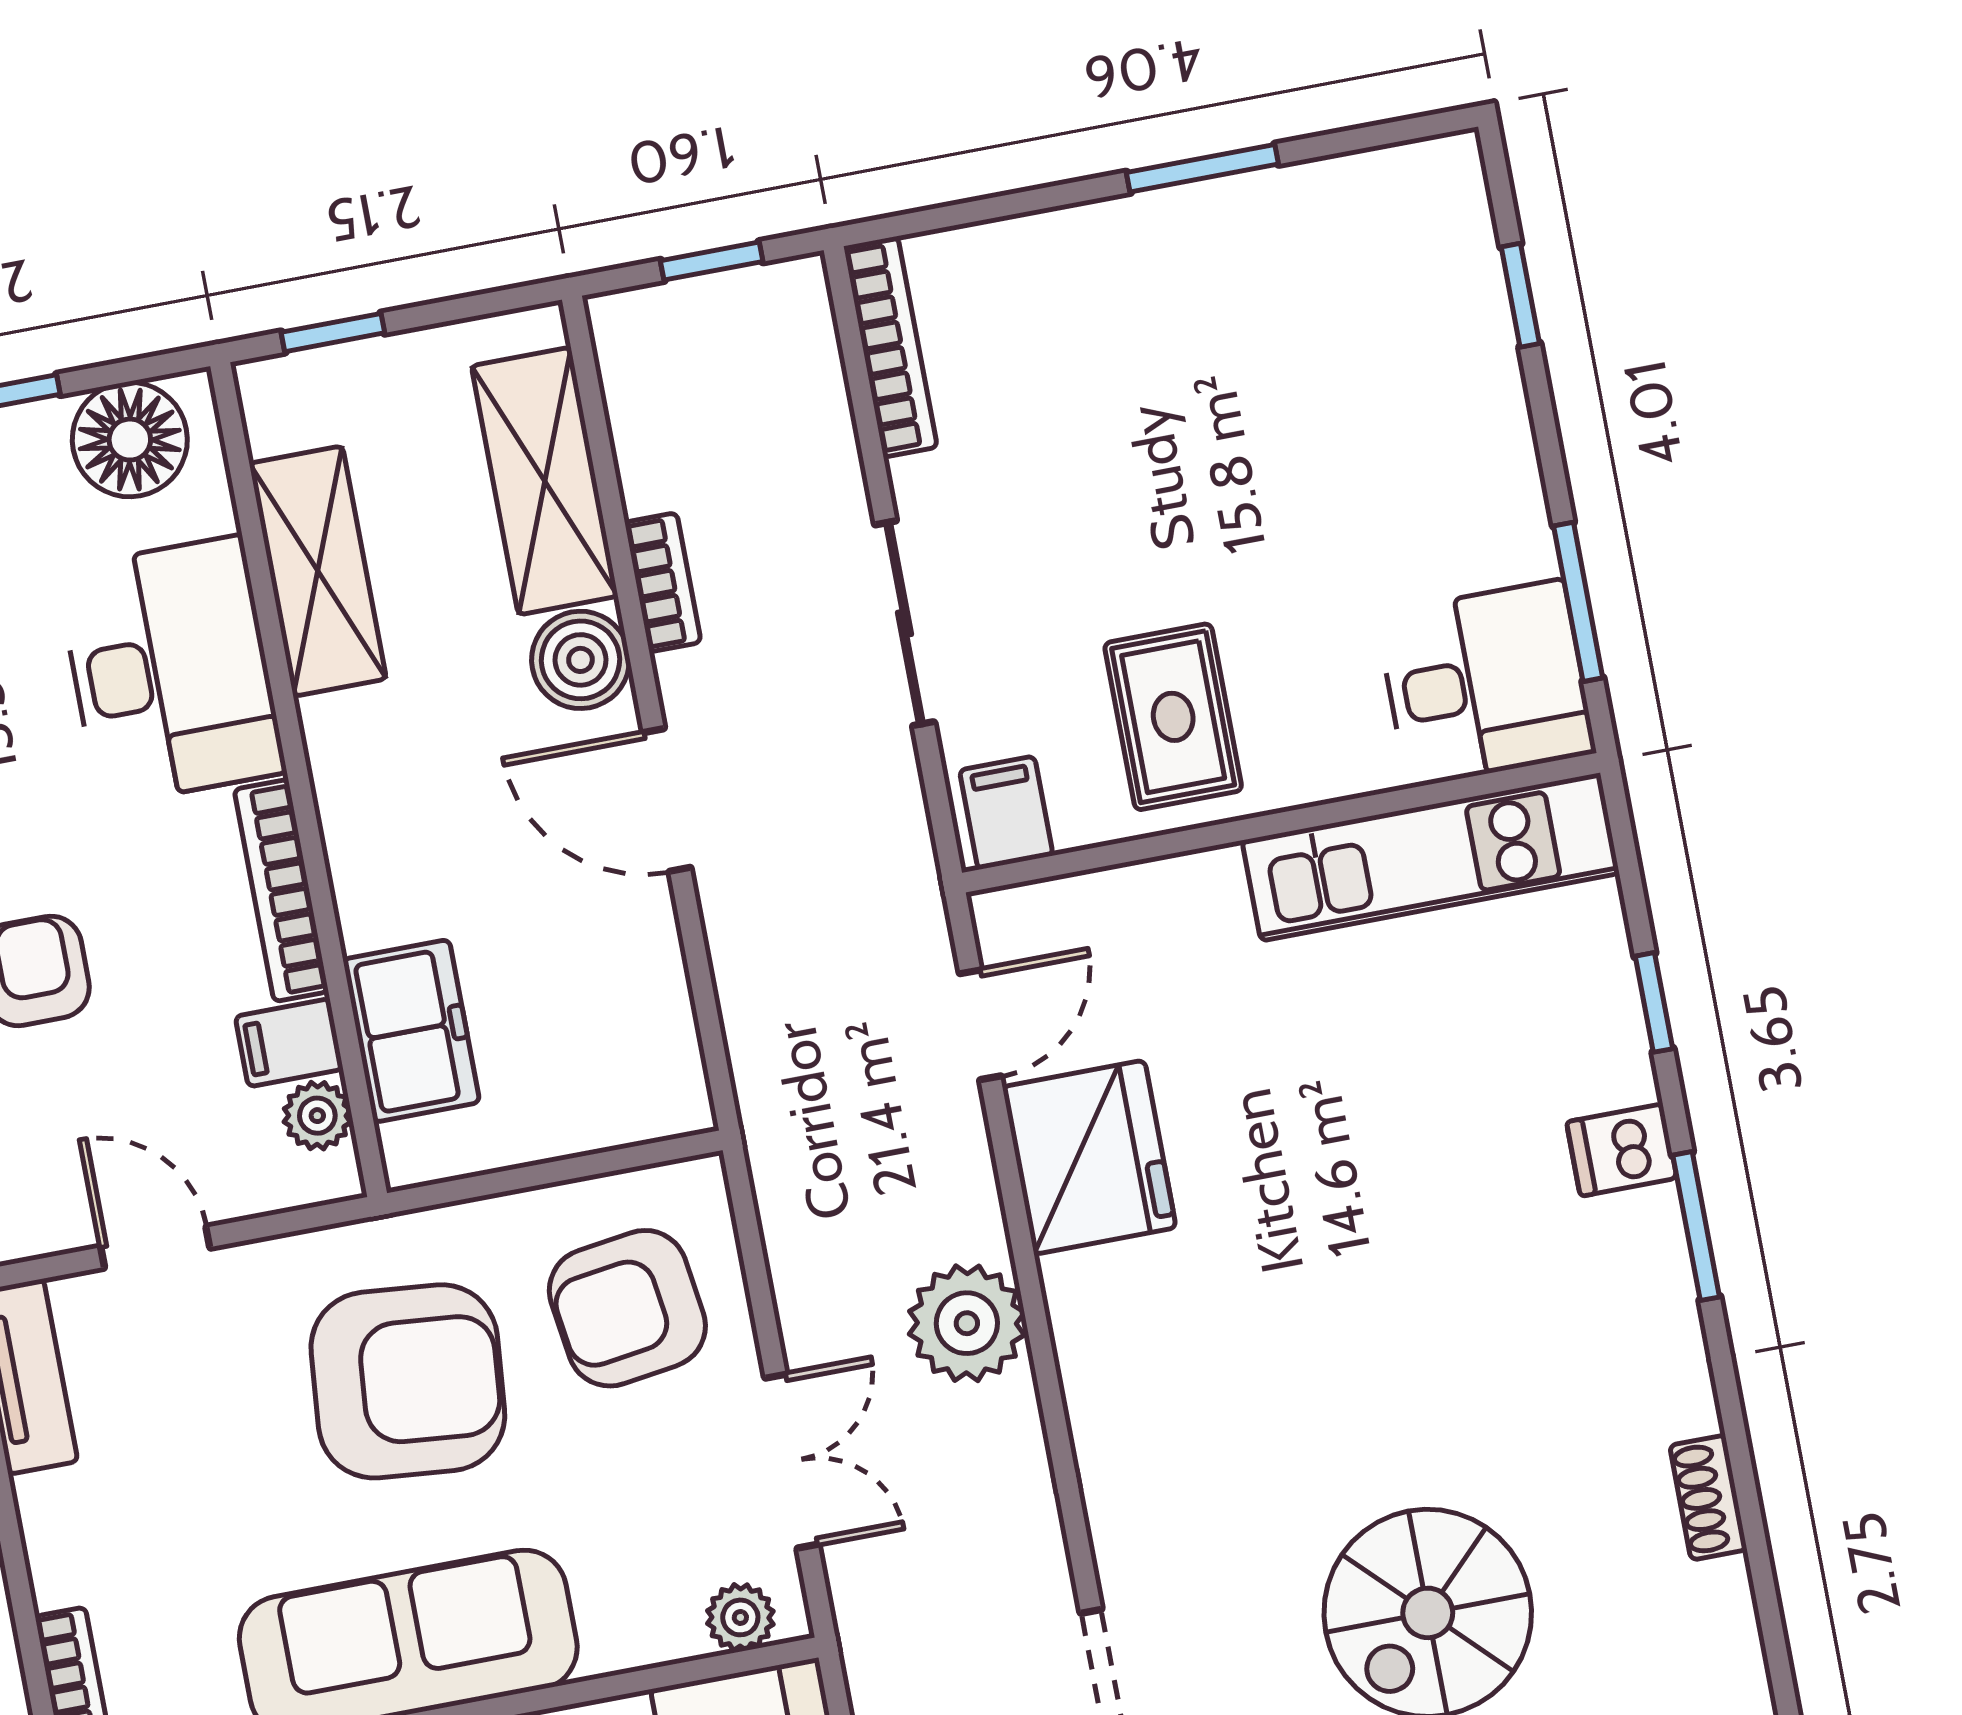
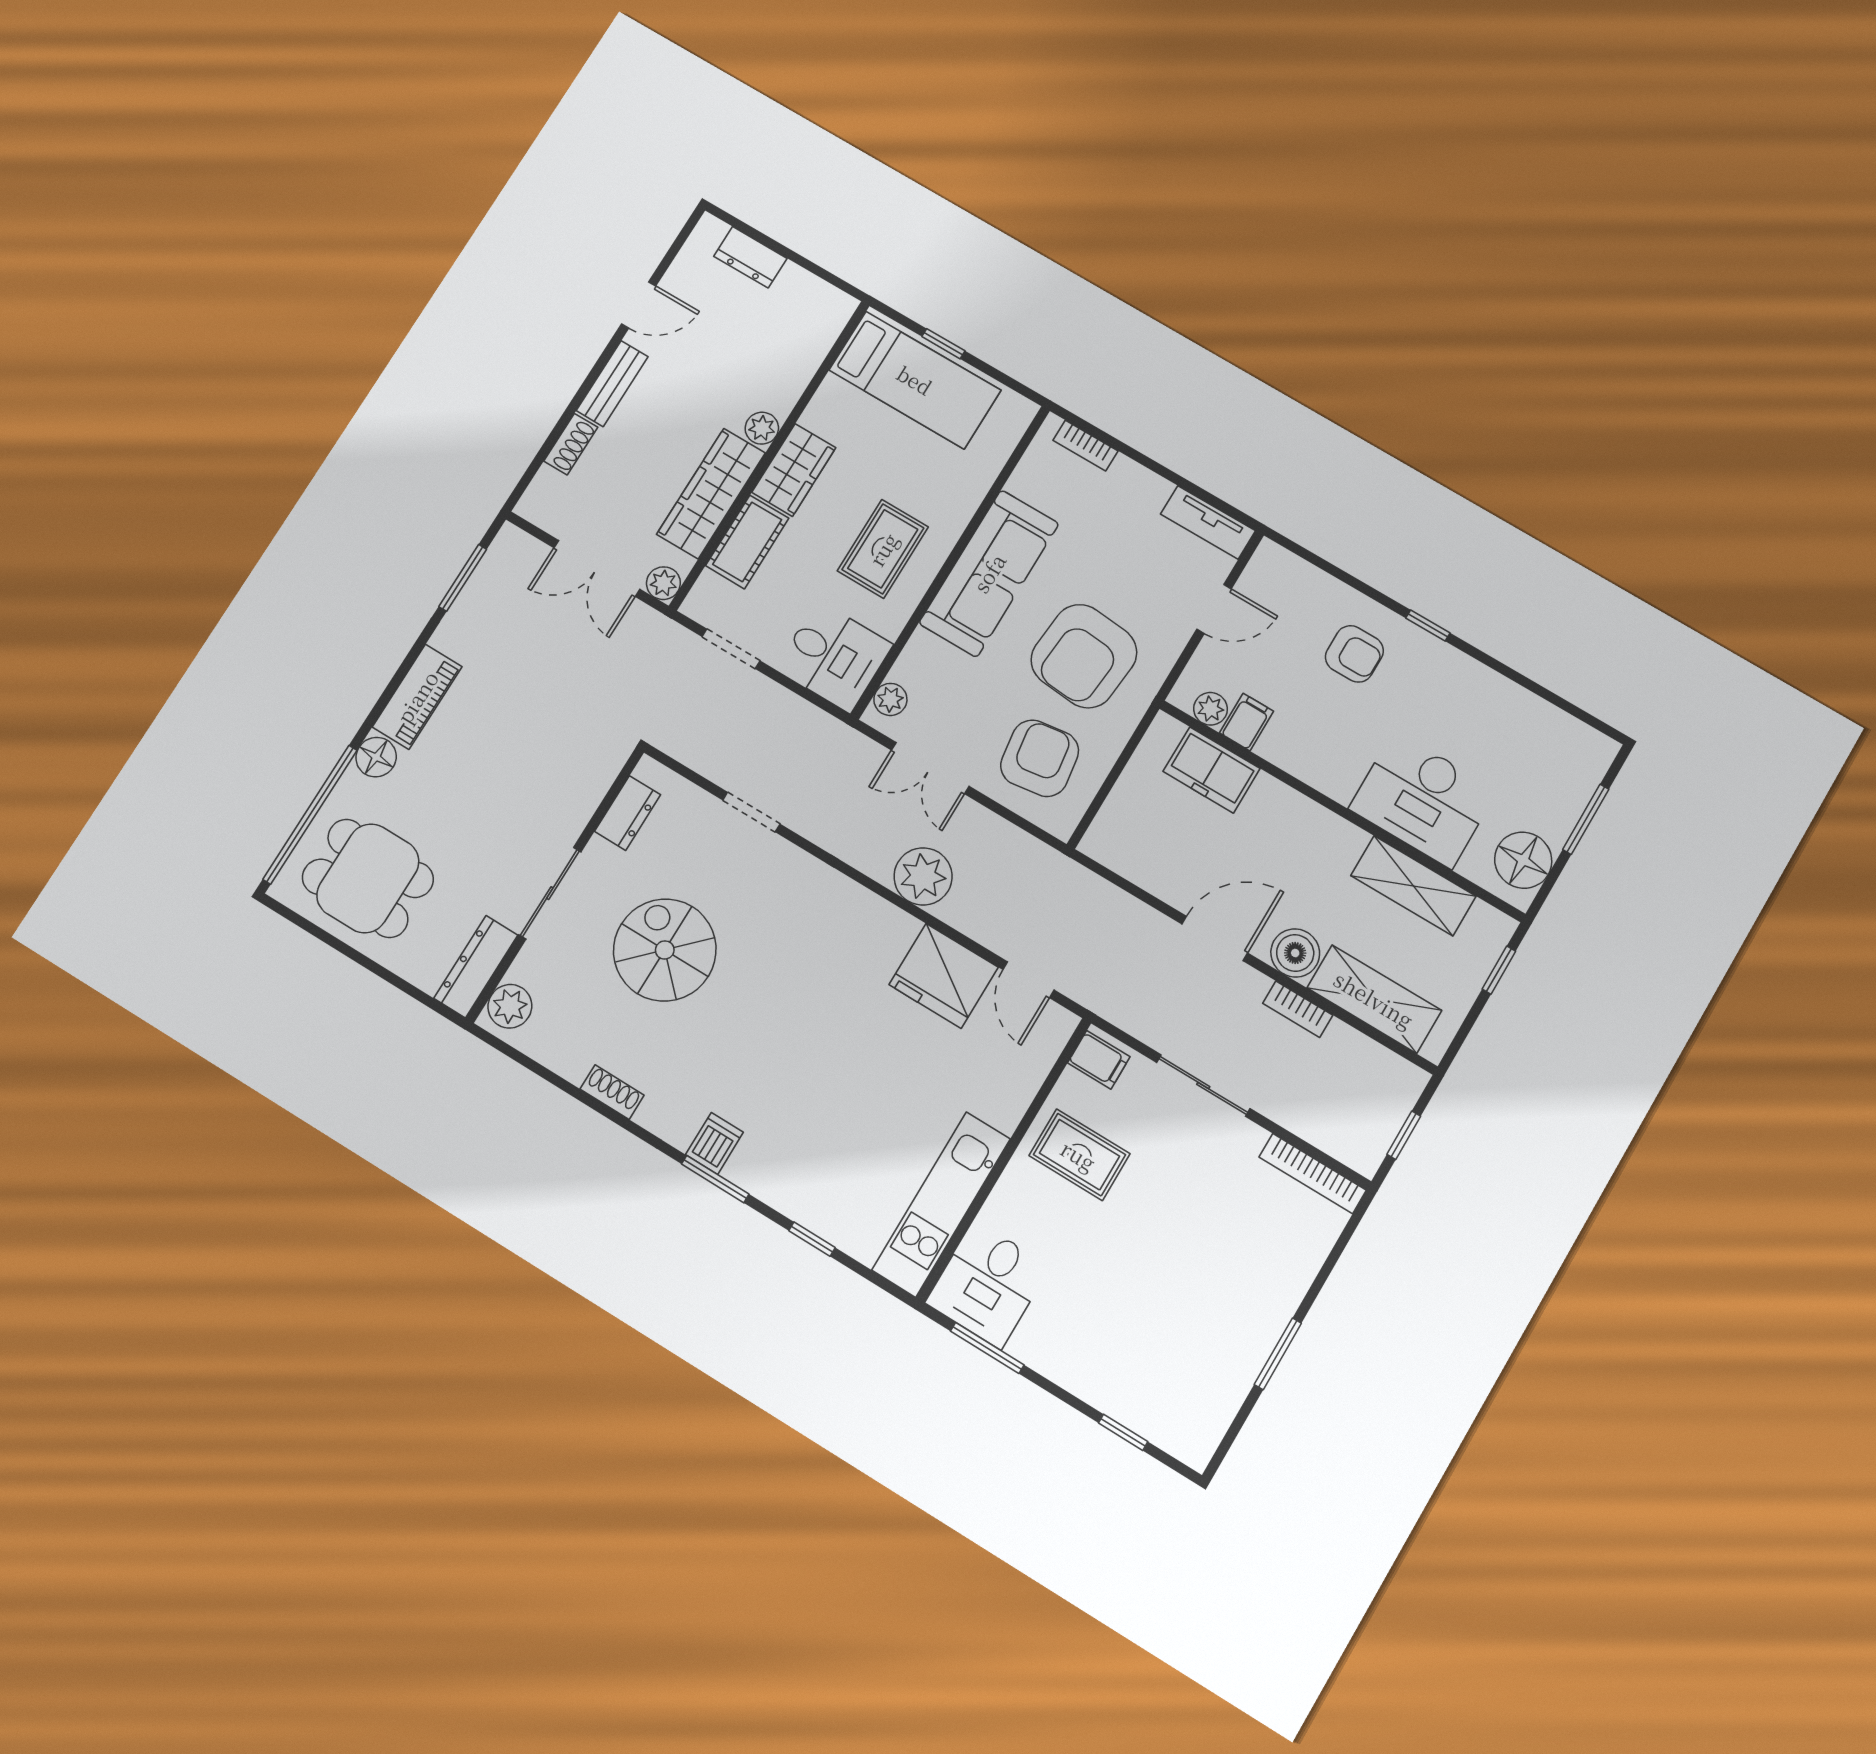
bookcase: (281, 891) -> (1305, 768), removed
dishwasher: (1622, 1150) -> (714, 1143), moved

